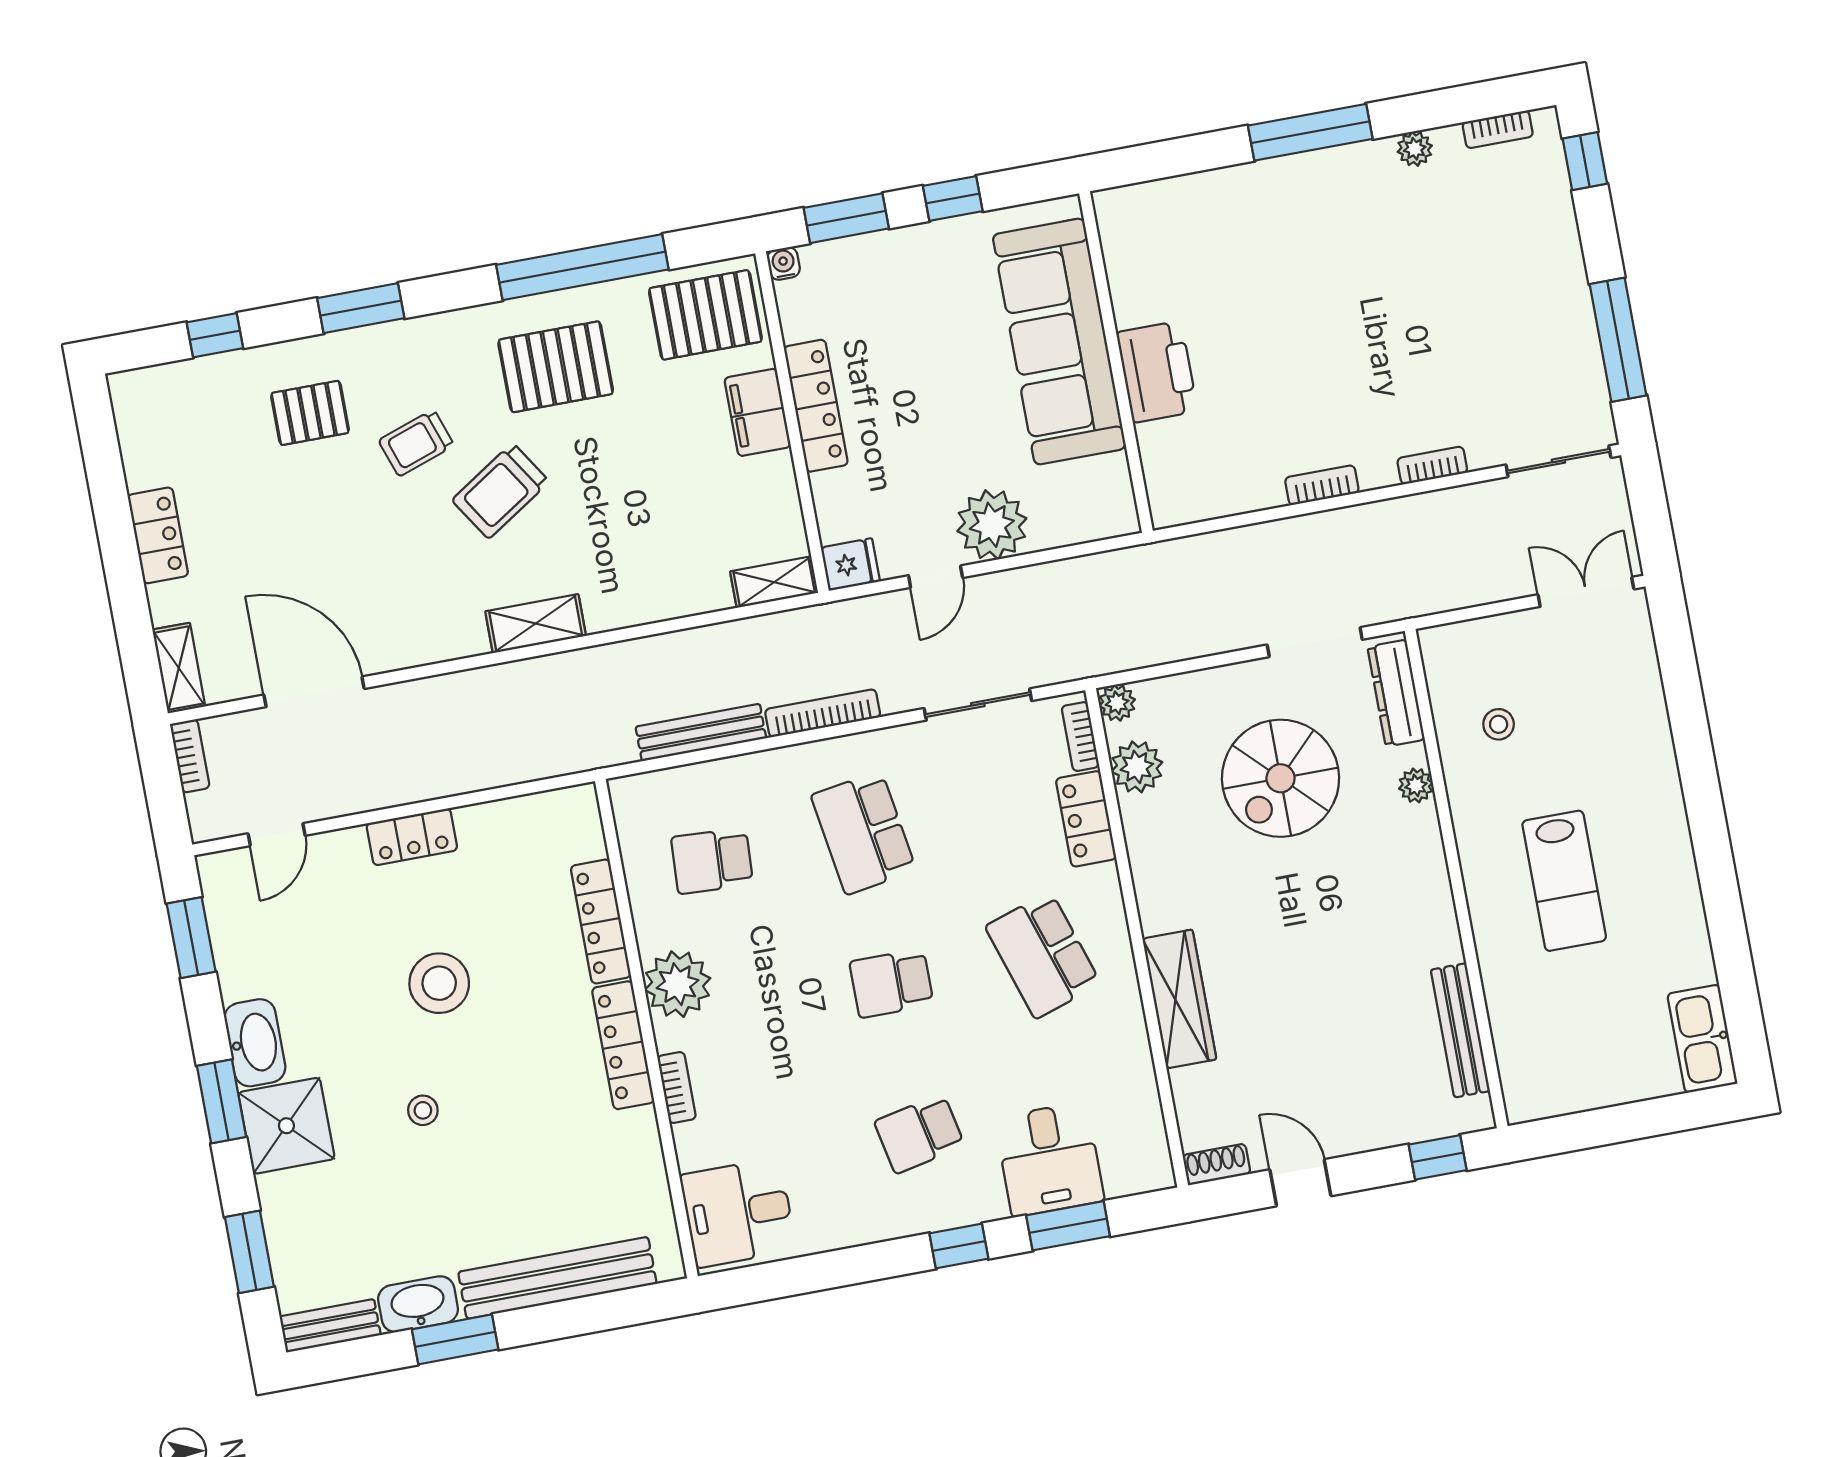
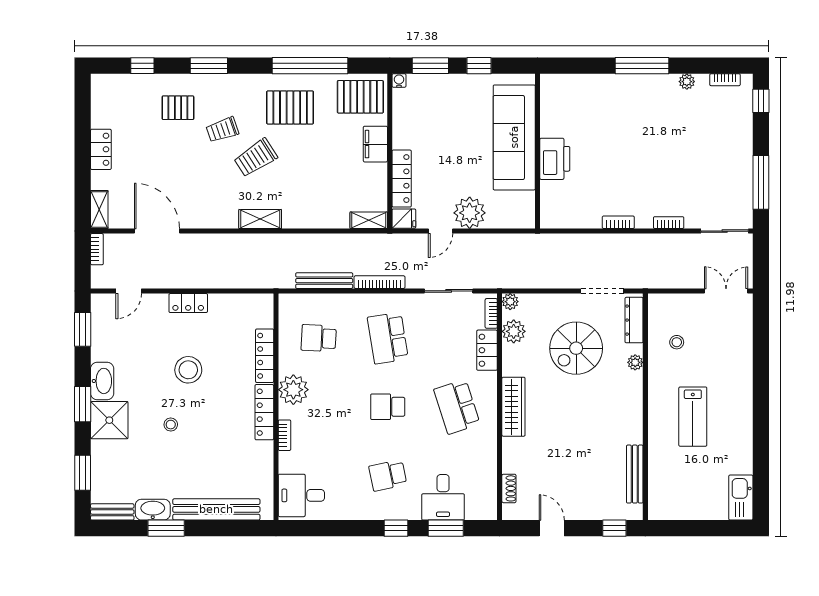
locker: (816, 406) -> (402, 179), moved
wardrobe: (1179, 999) -> (513, 407), moved
shoe rack: (1216, 1164) -> (509, 488), moved, turned 90

